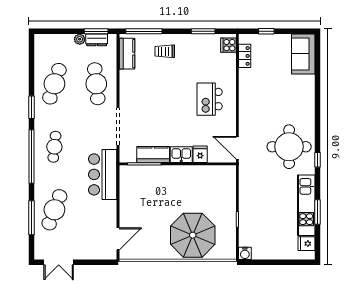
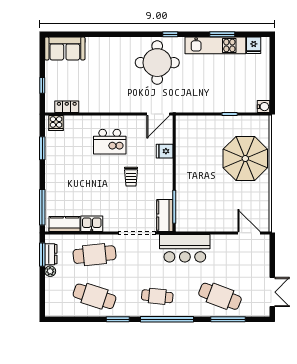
trolley: (165, 51) -> (131, 177), moved
kitchen counter: (153, 154) -> (165, 216), moved
kitchen sink: (181, 155) -> (92, 224), moved, turned 90

